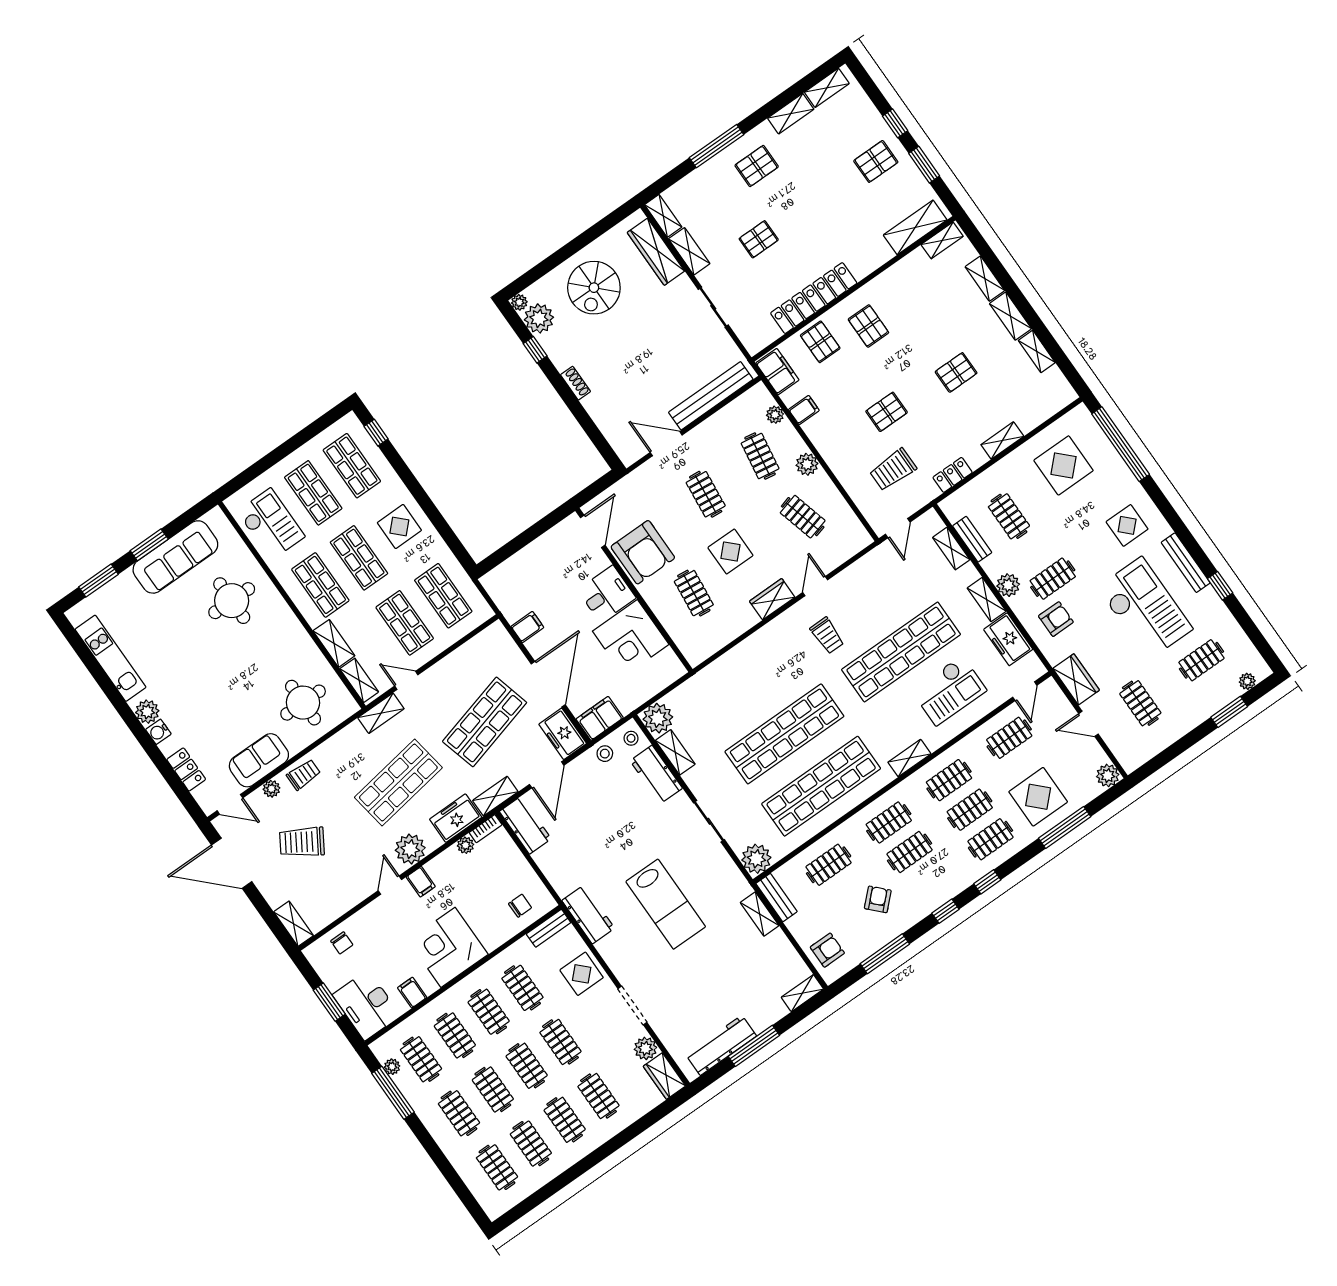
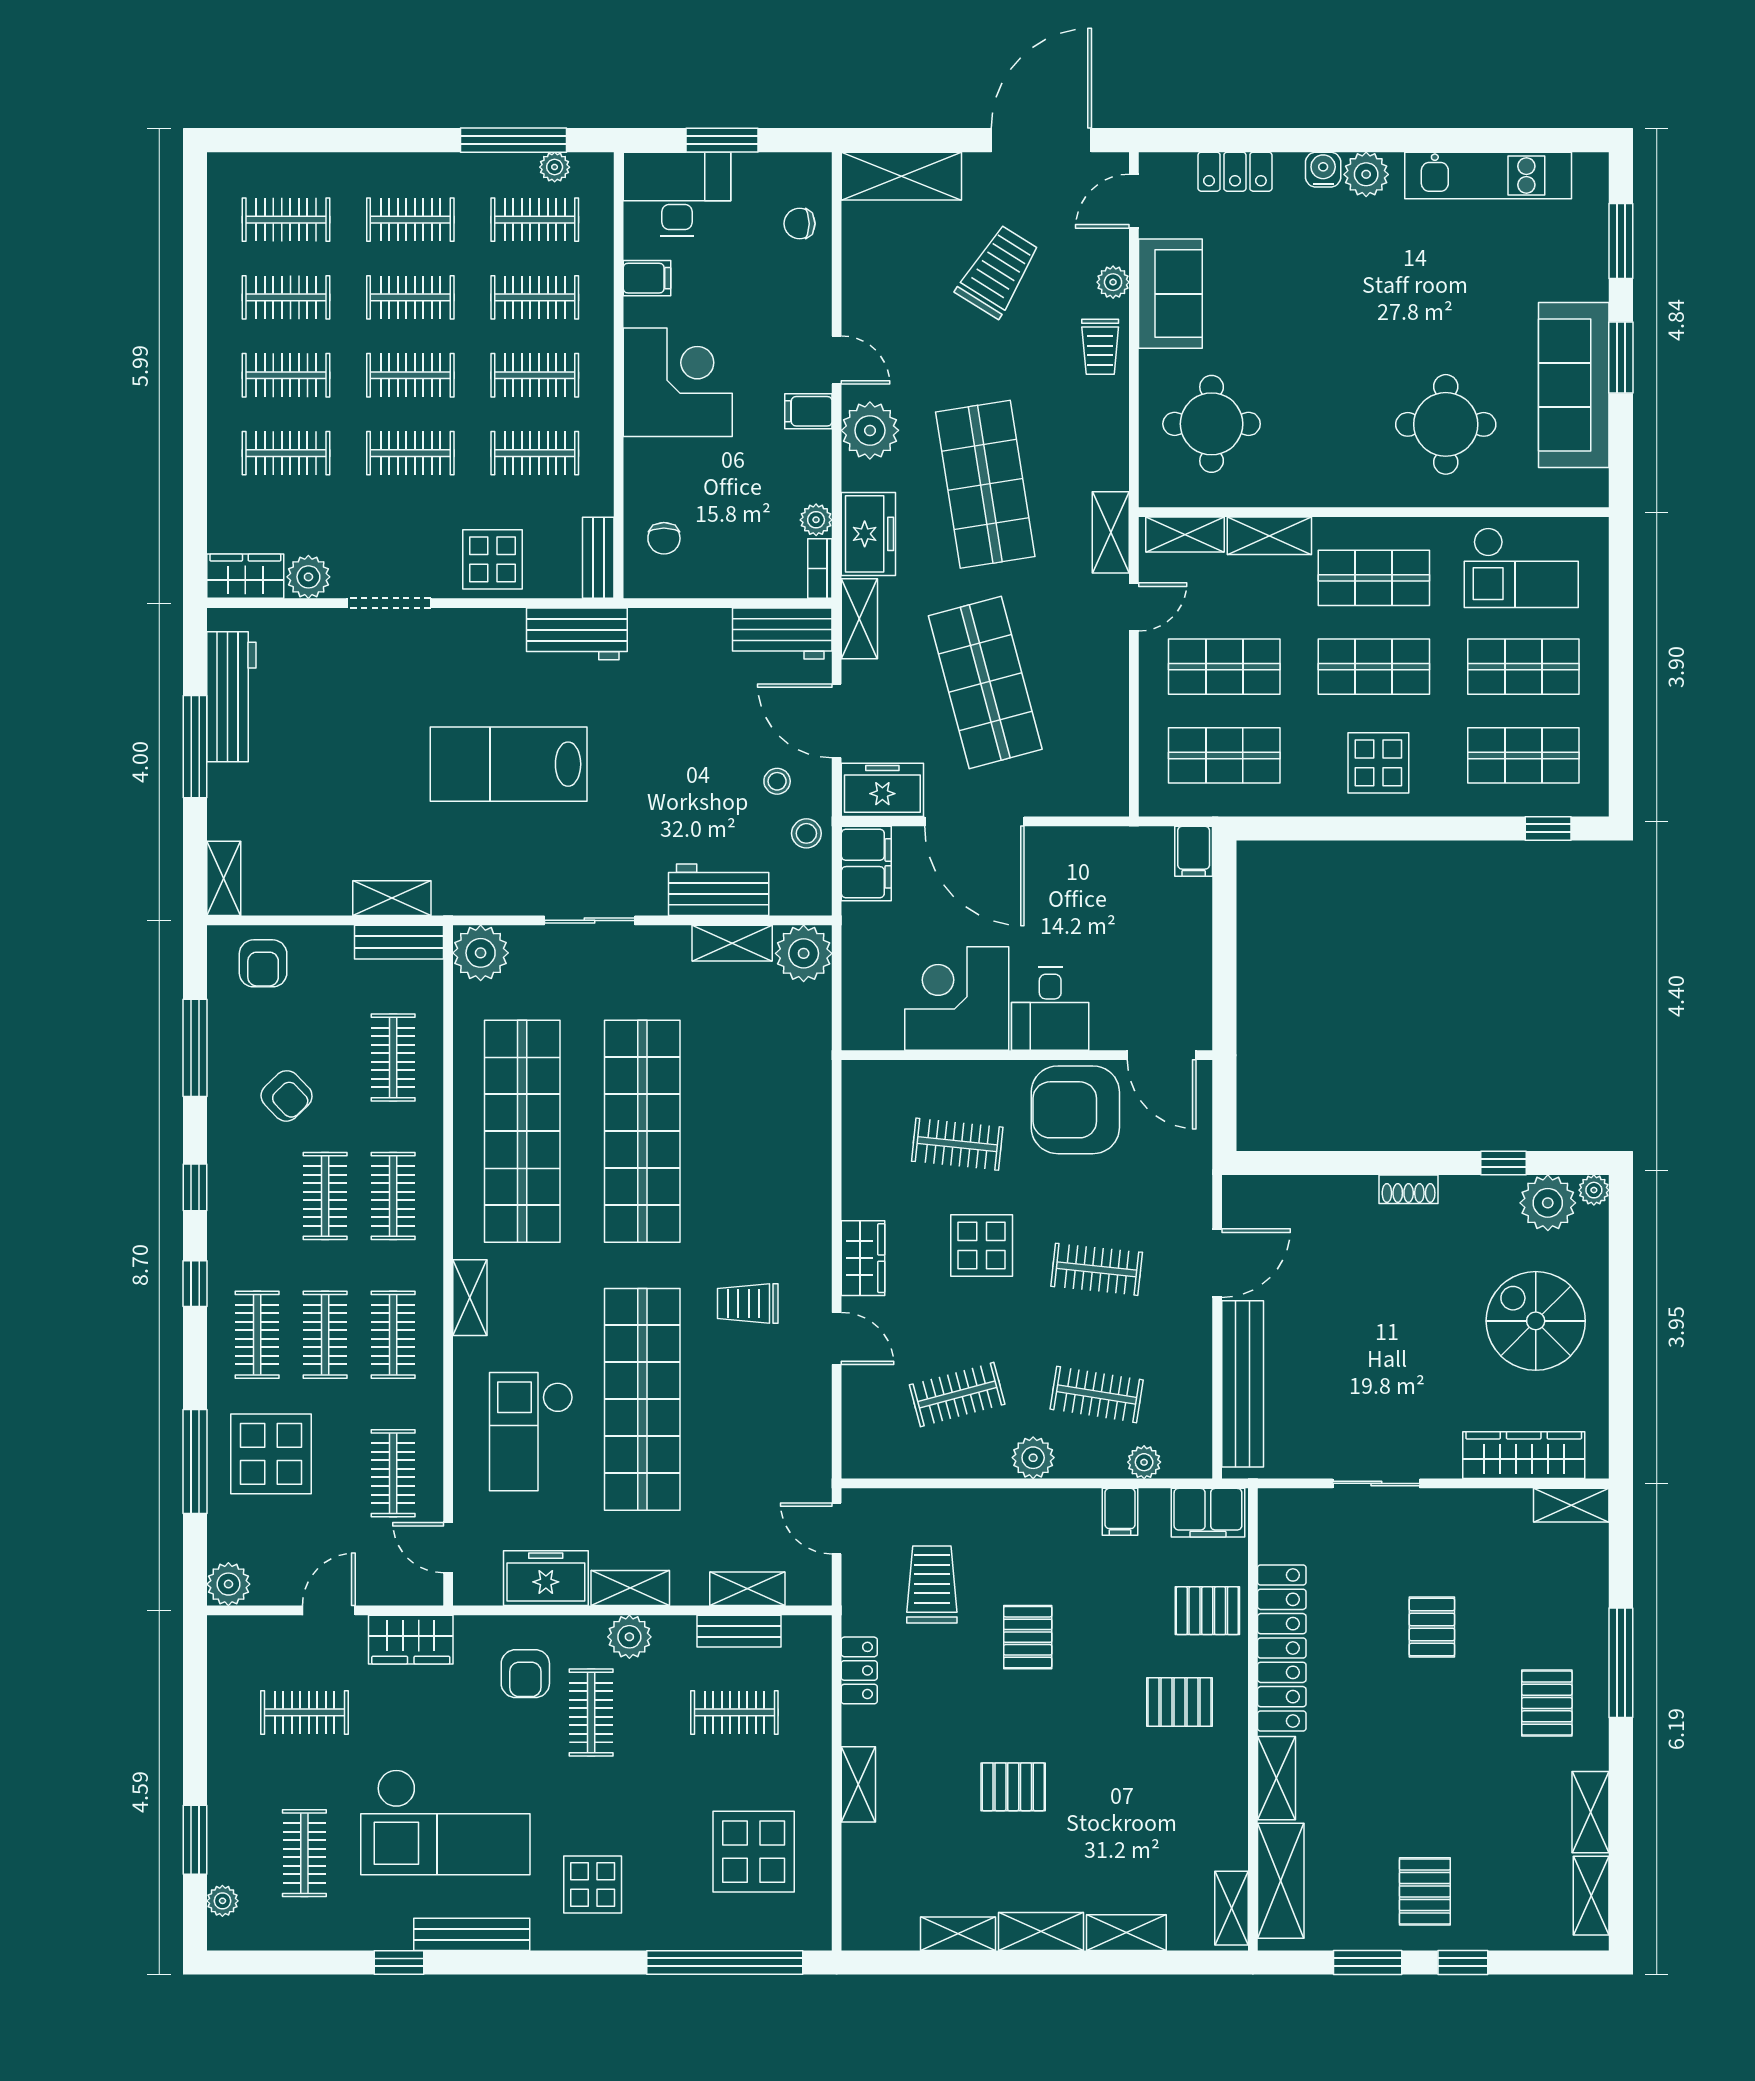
shelving: (689, 251) -> (1276, 1778), moved, turned 90
pallet: (956, 372) -> (1013, 1787), turned 90
filing cabinet: (527, 627) -> (1194, 851), moved
stool: (631, 738) -> (777, 781), moved
shelving: (294, 924) -> (901, 176), width x1.50, depth x1.33

